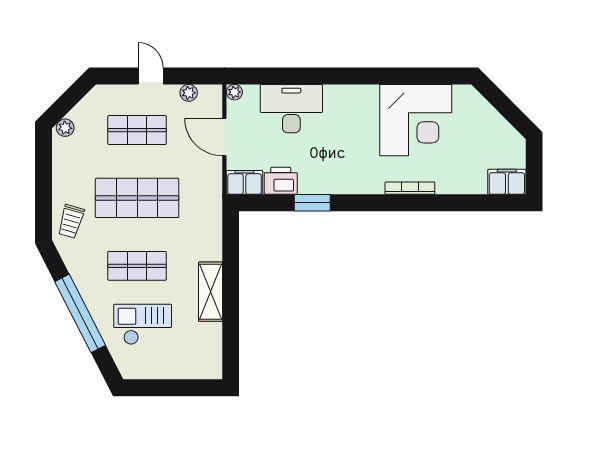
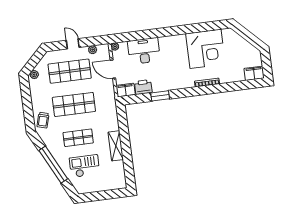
shop shelf: (137, 130) -> (70, 71), width x1.43, depth x1.36

